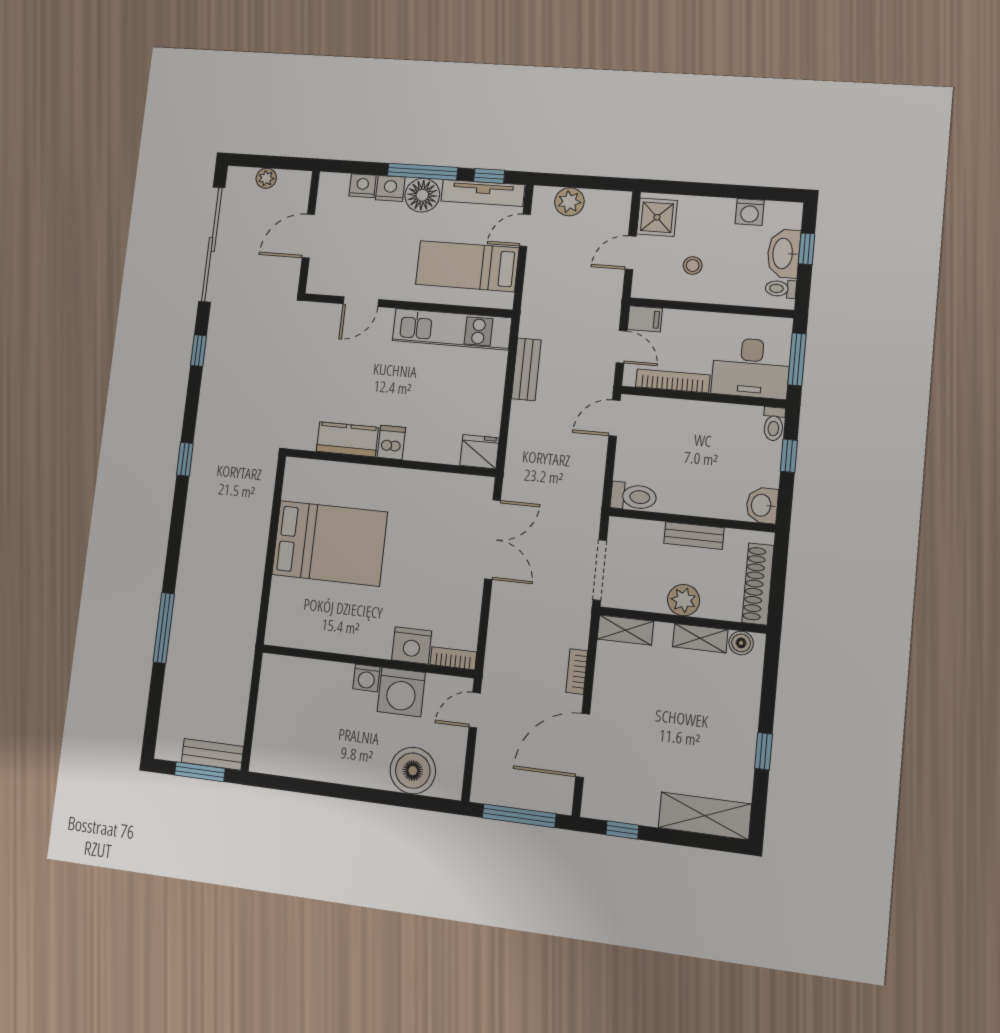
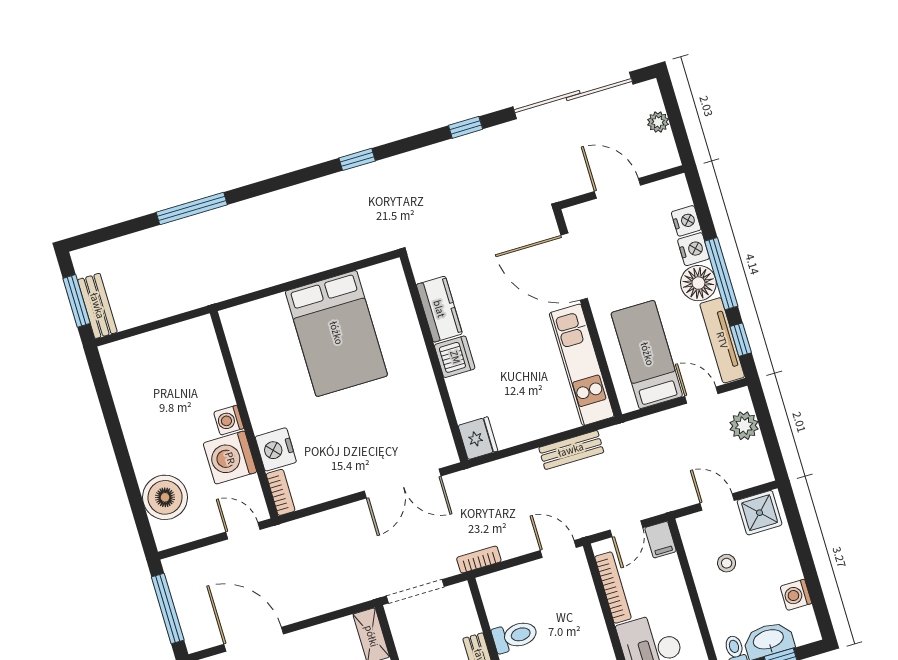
door: (361, 302) -> (574, 267), width x1.88
dishwasher: (391, 442) -> (455, 357), width x1.38
toilet: (634, 497) -> (515, 636), moved, turned -90
bookcase: (577, 671) -> (479, 559), moved

